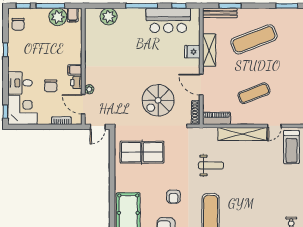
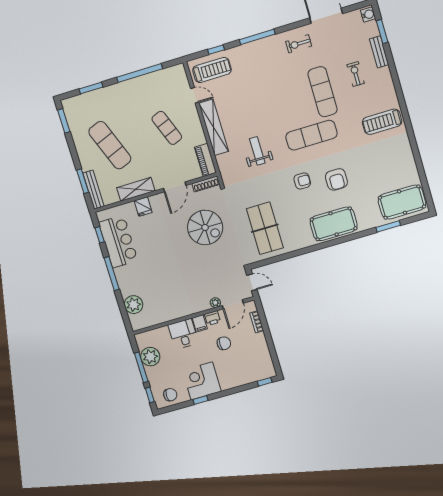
filing cabinet: (73, 15) -> (144, 342), removed
desk: (20, 83) -> (183, 334), moved, turned 180
corner desk: (22, 110) -> (202, 381), moved

